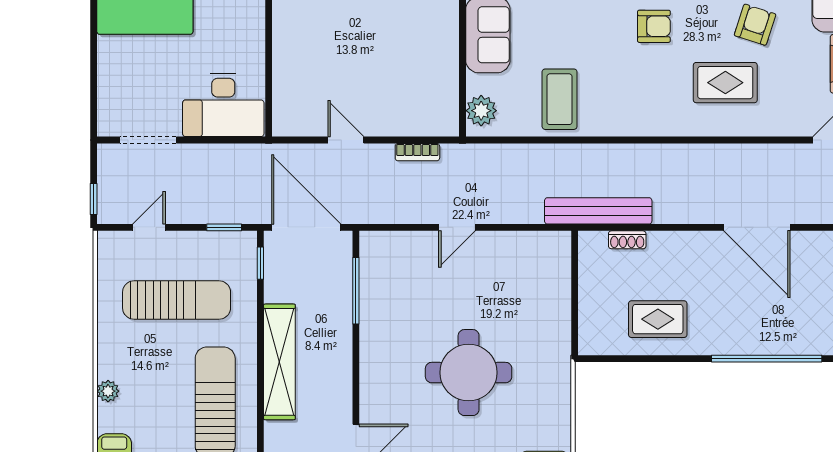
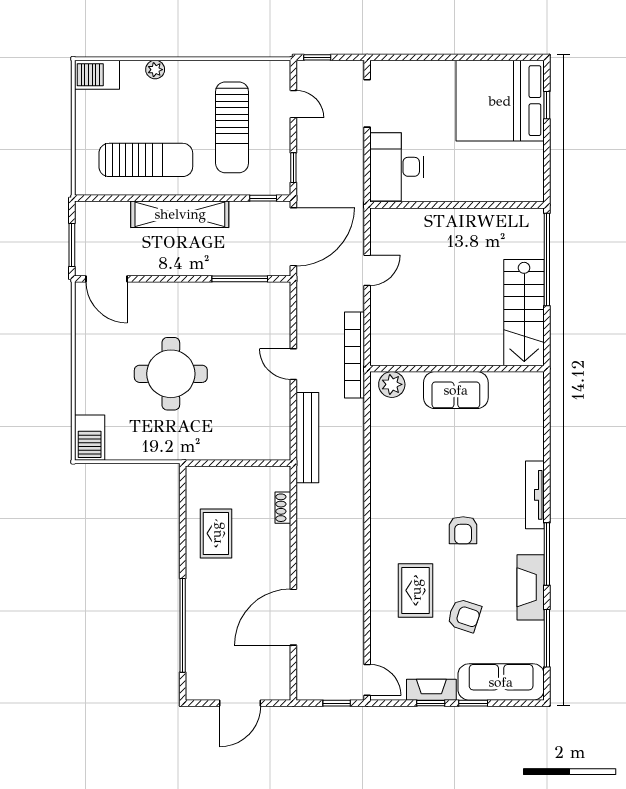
coffee table: (560, 99) -> (402, 451), removed
bookcase: (417, 152) -> (355, 355), width x2.31, depth x1.31
bench: (598, 211) -> (307, 438), moved

